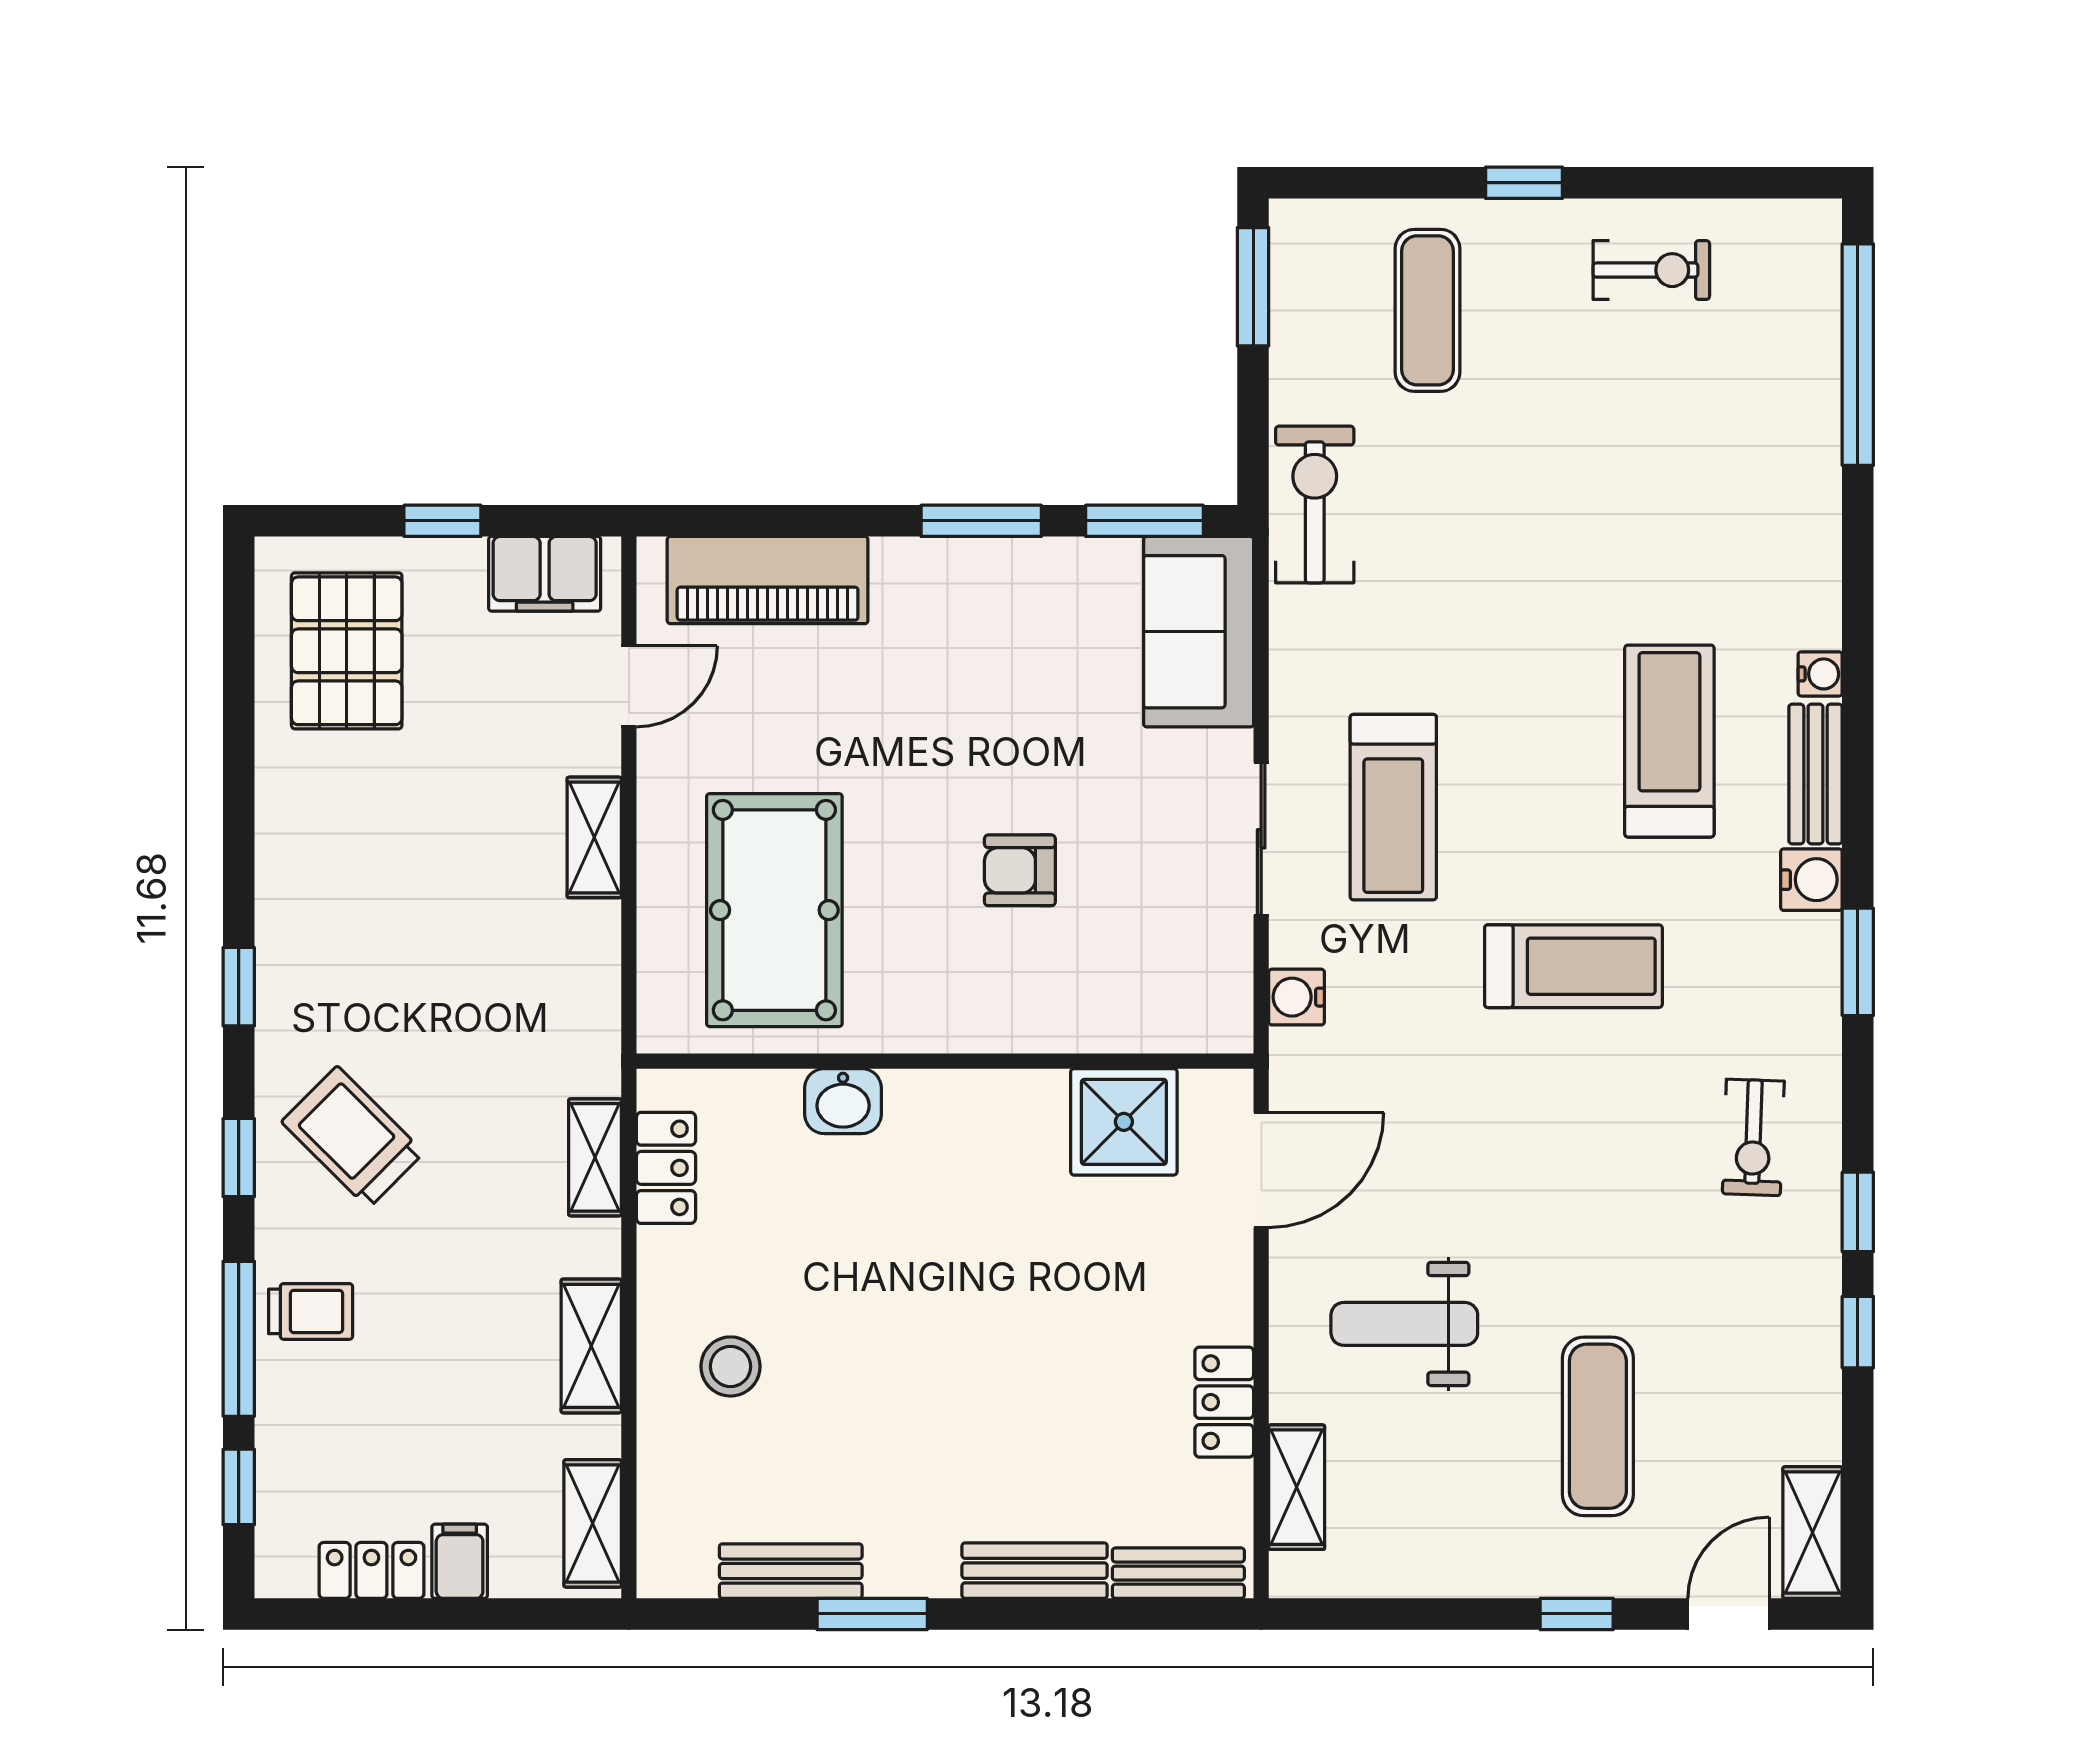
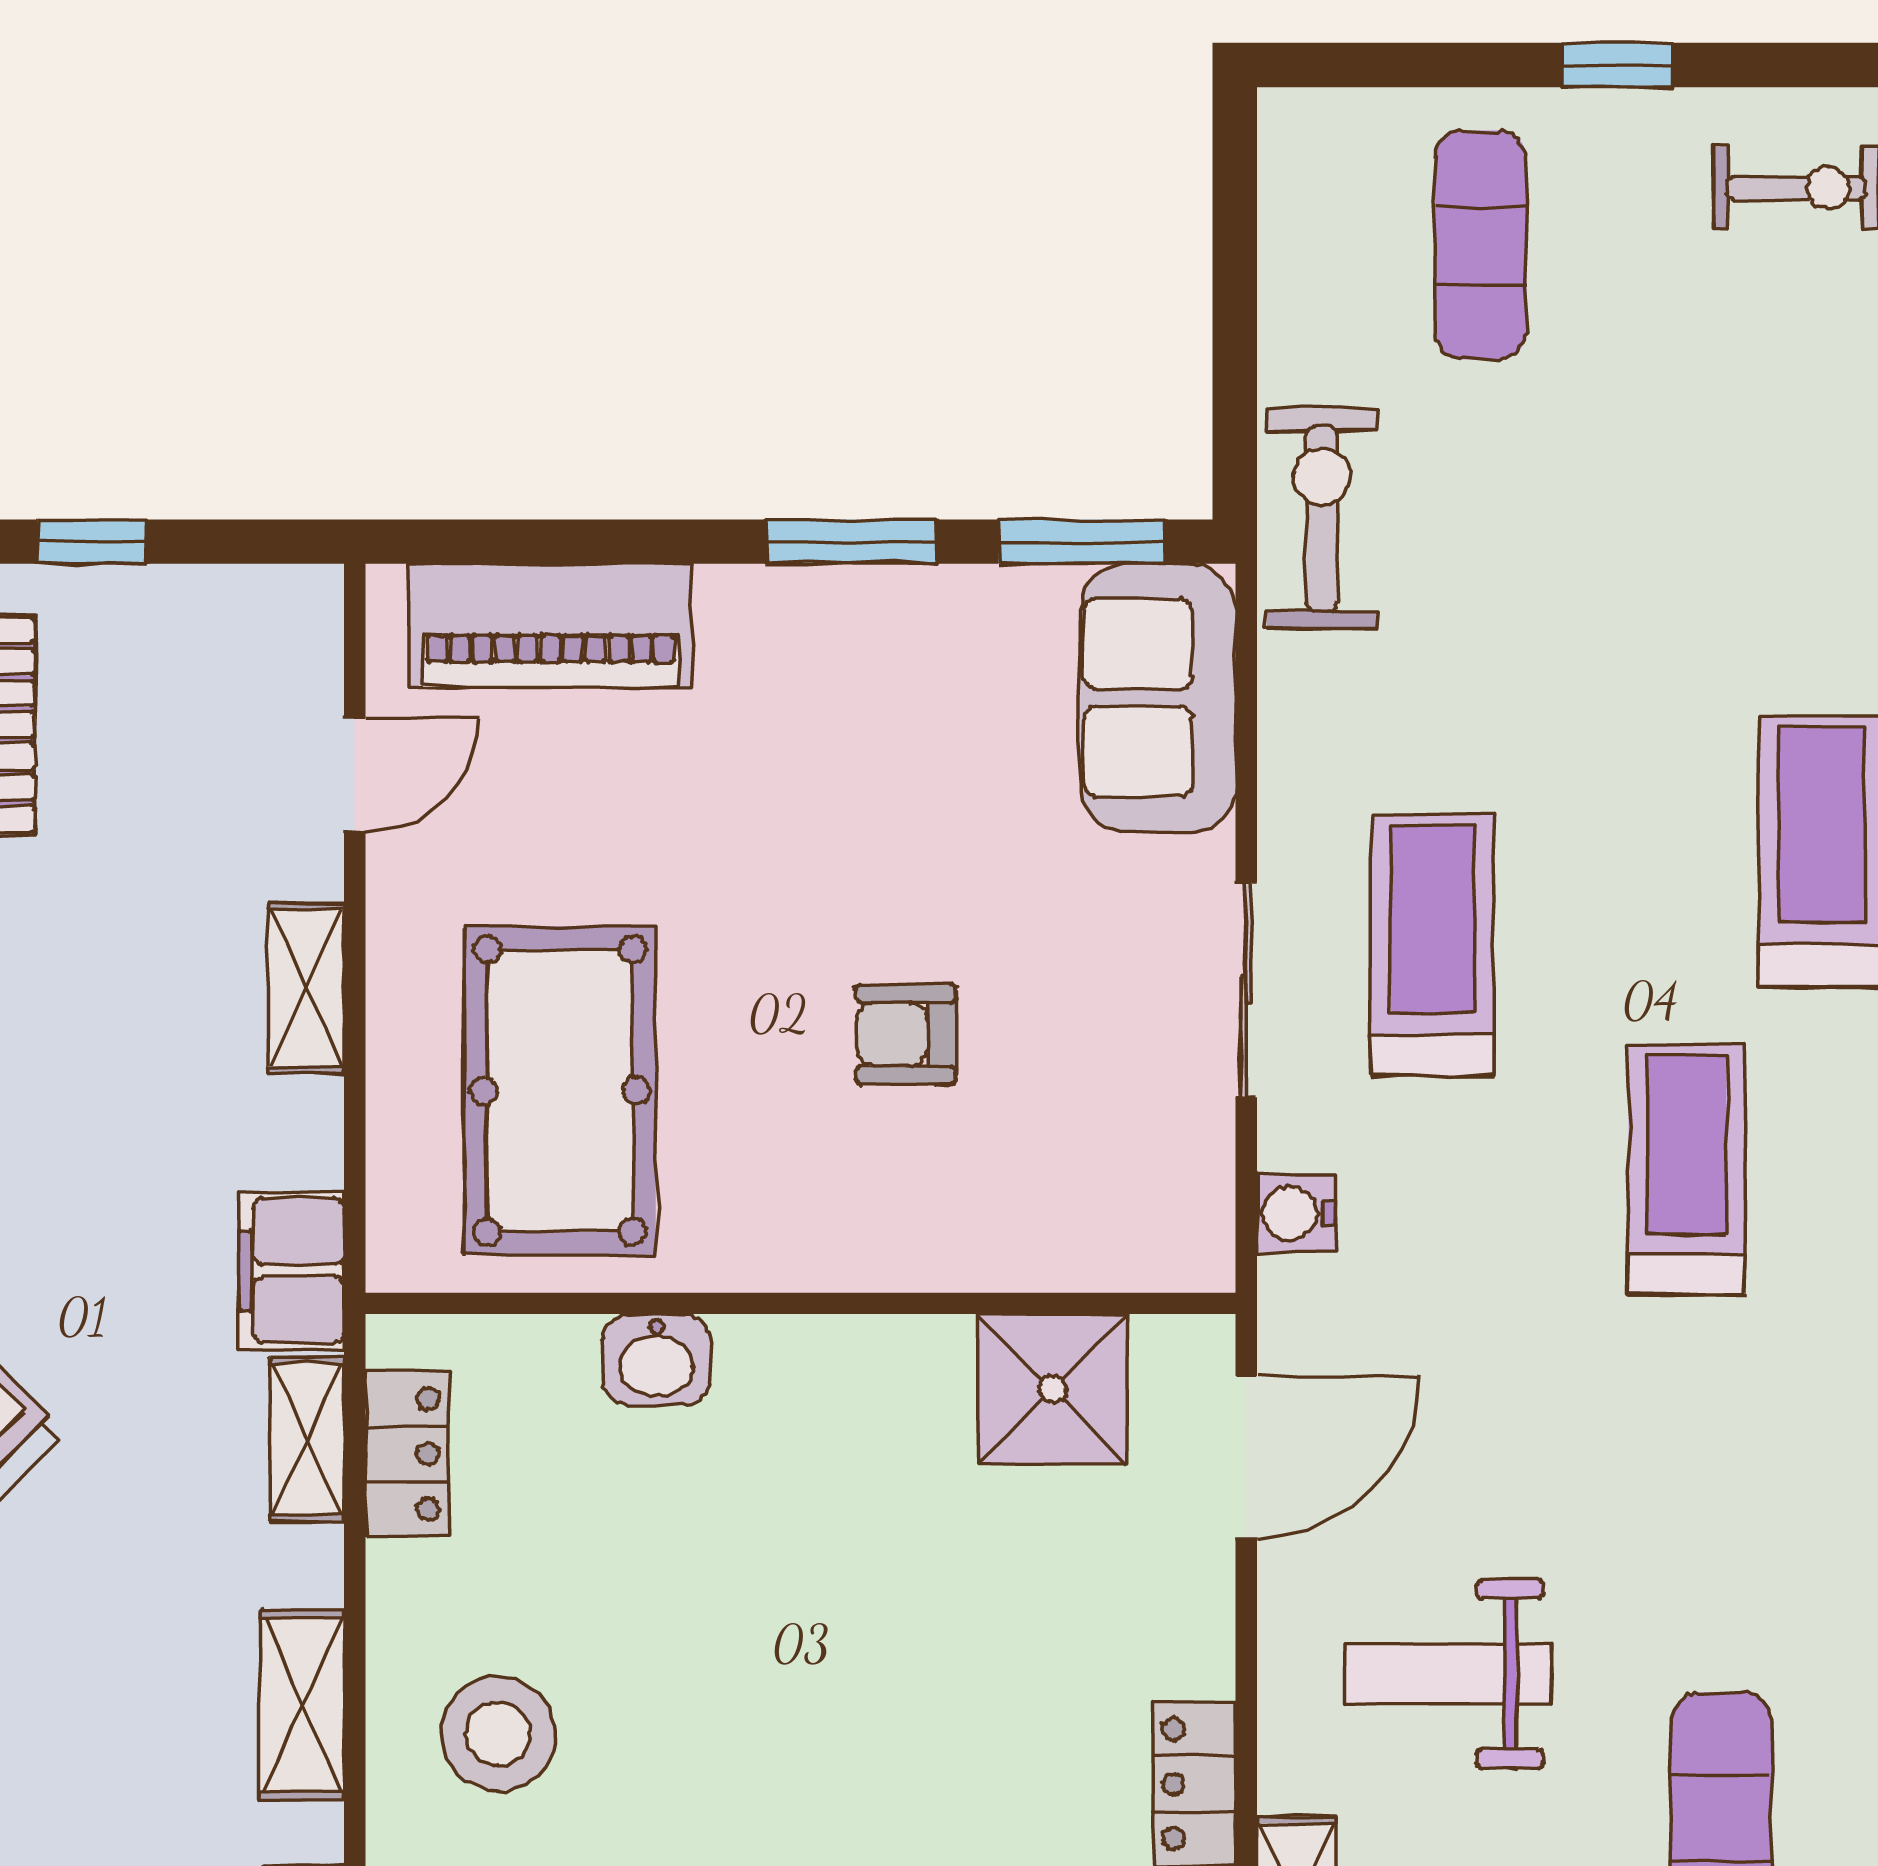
window: (1253, 287) -> (1235, 212), removed
filing cabinet: (545, 574) -> (292, 1270), moved, turned 90
treadmill: (1393, 807) -> (1433, 945), turned 180
treadmill: (1573, 966) -> (1687, 1170), turned -90
stool: (731, 1366) -> (498, 1734), width x1.38, depth x1.38

